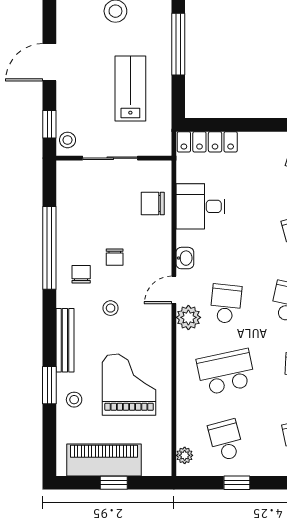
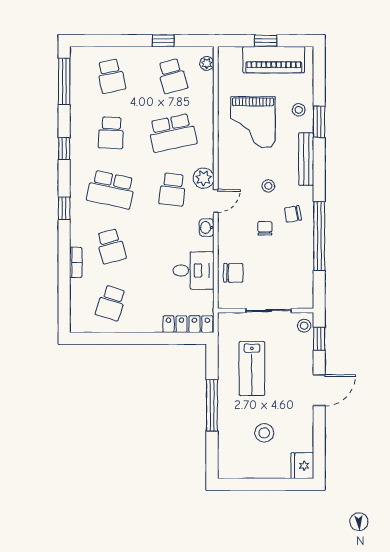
chair: (81, 274) -> (293, 214), turned 80

